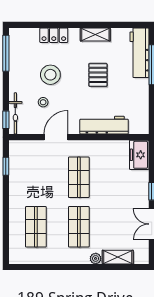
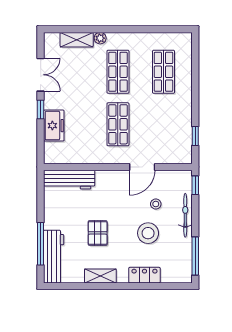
bicycle: (15, 113) -> (185, 215), moved
workbench: (104, 125) -> (69, 180), moved
freezer: (139, 155) -> (54, 126), moved

